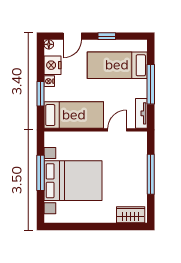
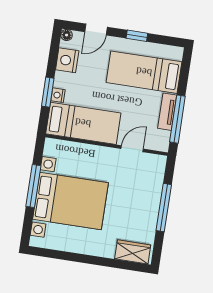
nightstand: (49, 81) -> (58, 95), moved
window: (151, 84) -> (177, 119), moved
tv unit: (141, 113) -> (167, 112), moved

